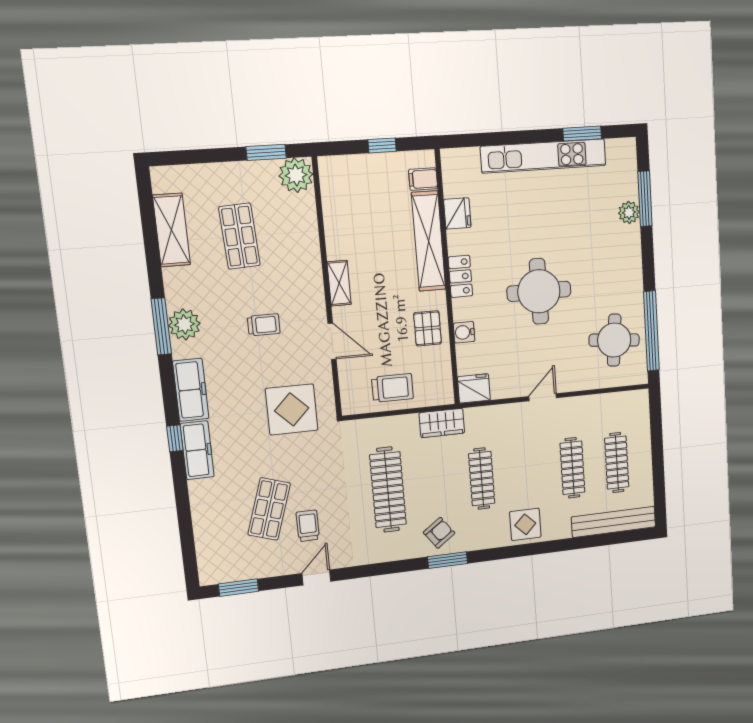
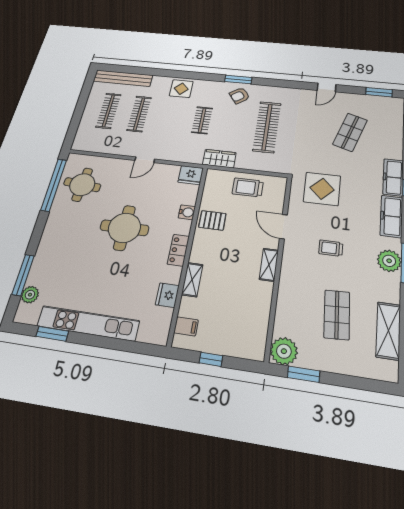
plant: (629, 212) -> (30, 295), moved
shelving: (429, 241) -> (192, 280), width x0.45, depth x0.75
pallet: (428, 328) -> (212, 220), turned 90
clothes rail: (482, 479) -> (202, 120), width x0.73
trolley: (308, 526) -> (326, 117), removed

